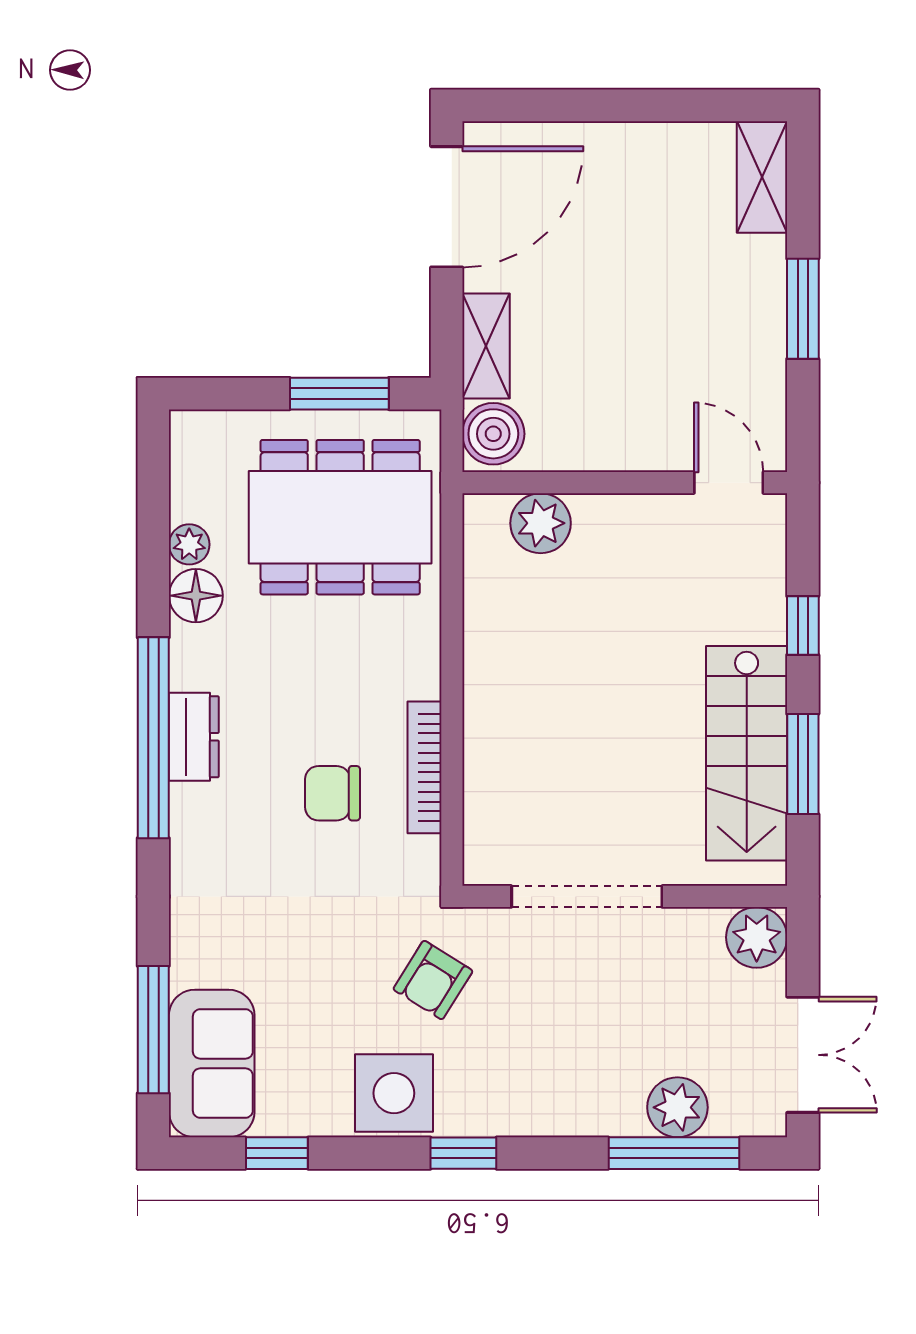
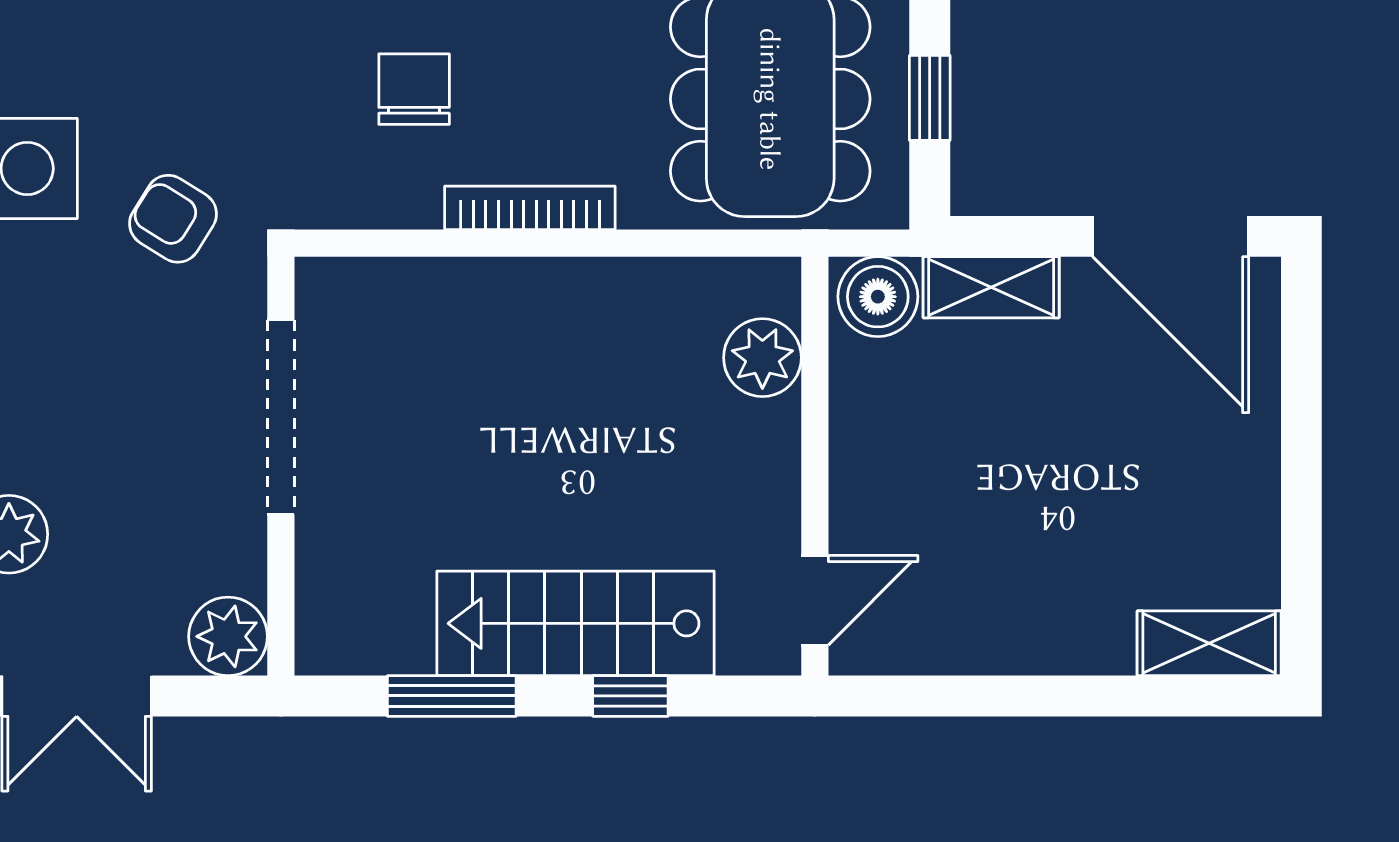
window: (803, 309) -> (1039, 696), removed
window: (339, 394) -> (930, 98), width x0.67
stairs: (747, 753) -> (575, 623), moved
bookcase: (424, 767) -> (530, 208), moved

